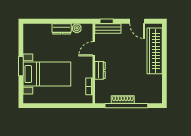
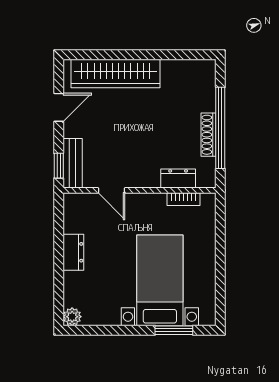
plant: (77, 28) -> (72, 317), moved
window: (21, 66) -> (174, 330), moved
dresser: (100, 70) -> (178, 178), moved

